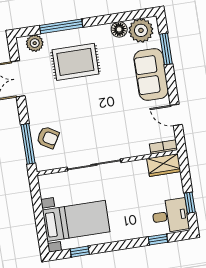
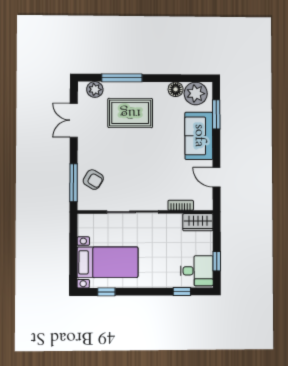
bookcase: (163, 147) -> (181, 205), moved

